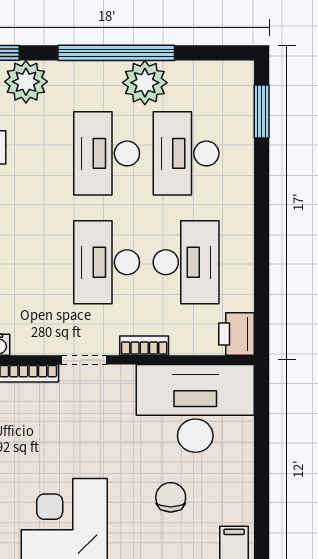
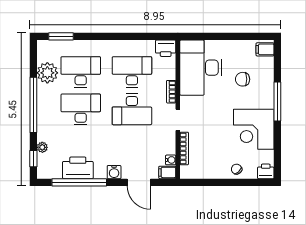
plant: (26, 82) -> (42, 147), width x0.53, depth x0.53
plant: (145, 83) -> (47, 73), moved
desk: (107, 153) -> (81, 109), turned 180
desk: (186, 153) -> (81, 72), turned 180

